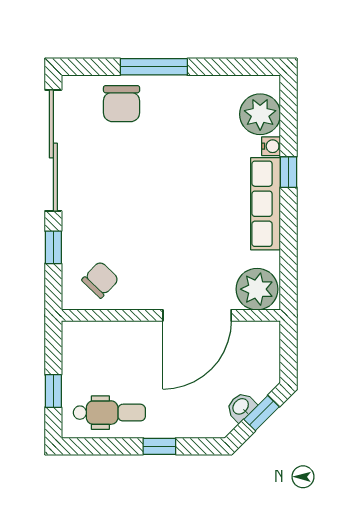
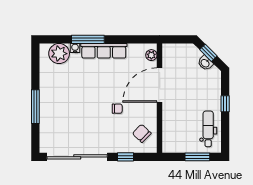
chair: (122, 104) -> (117, 109), moved, width x0.54, depth x0.54
window: (289, 172) -> (88, 39), width x2.17
plant: (257, 289) -> (151, 55), width x0.53, depth x0.53
door: (197, 315) -> (160, 85), swing flipped
window: (53, 391) -> (197, 157), width x1.50

